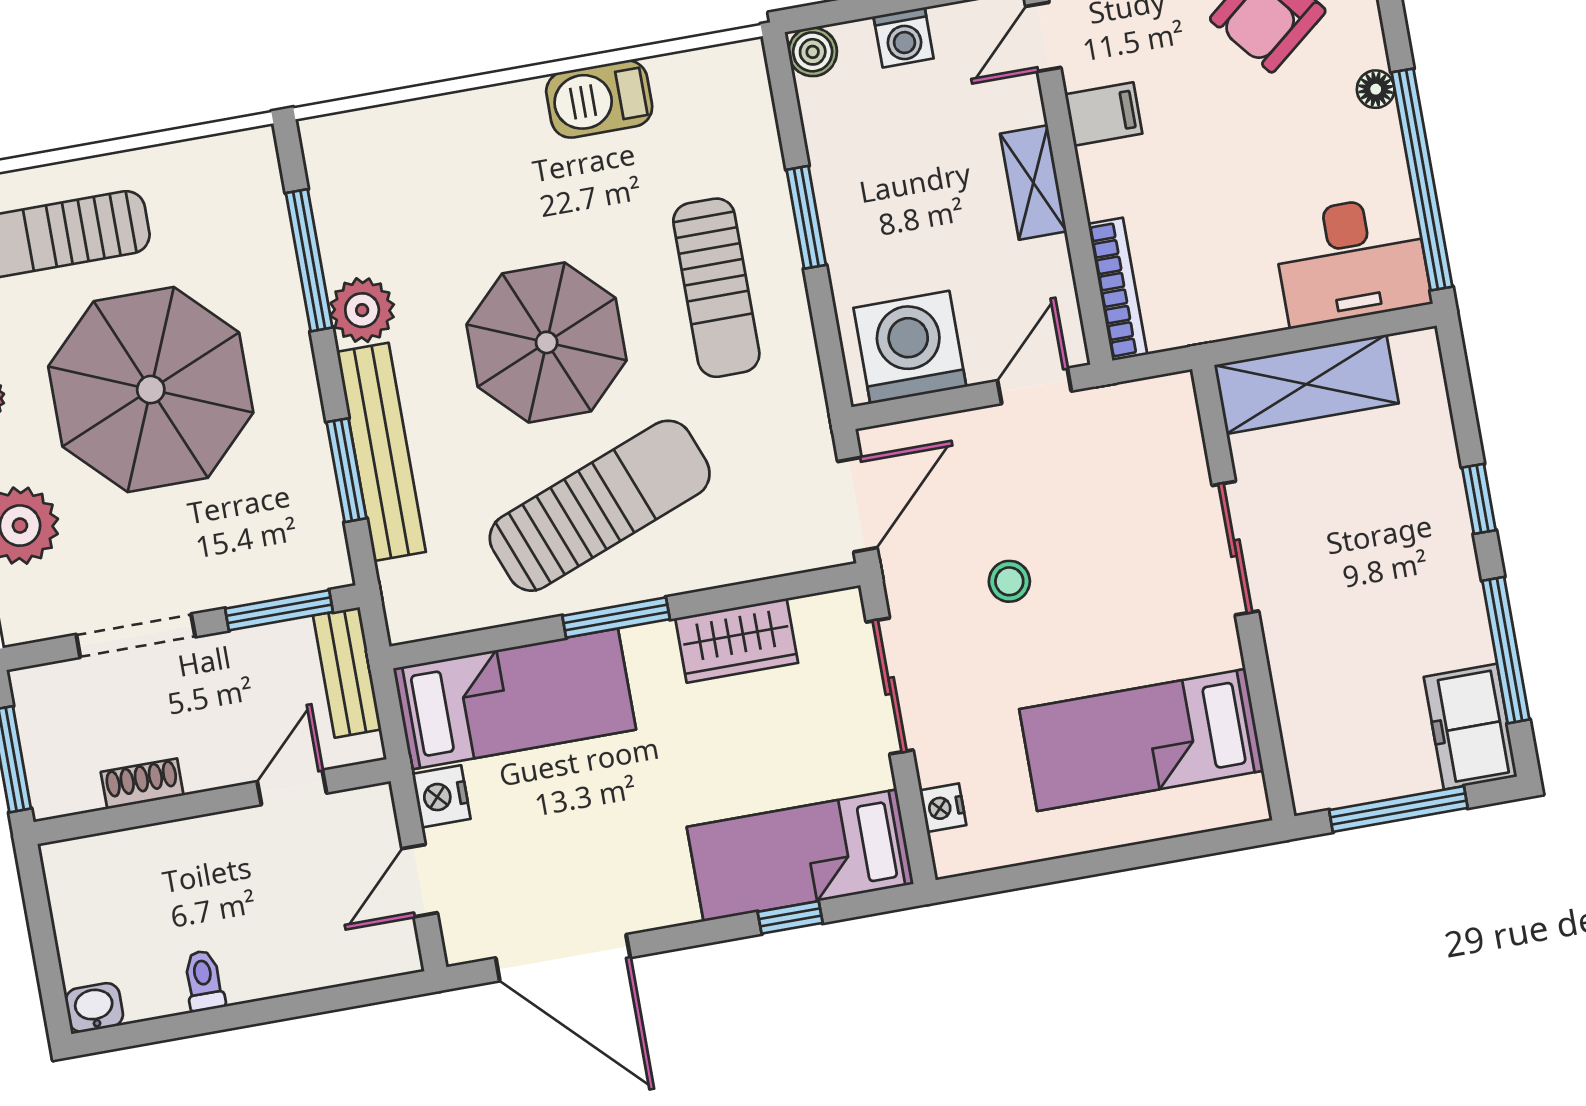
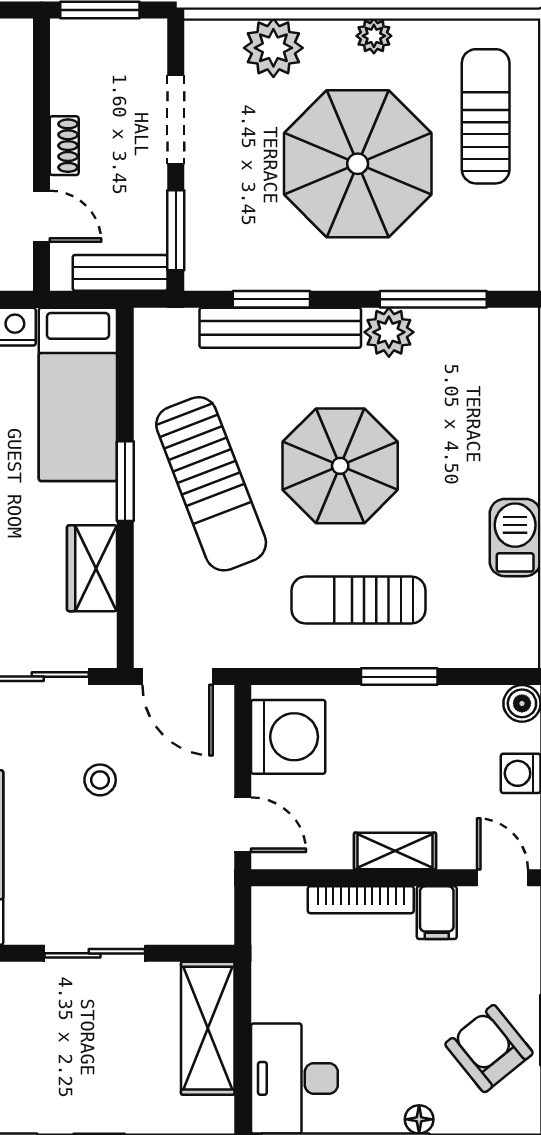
bookcase: (1118, 289) -> (361, 900), moved
shoe rack: (142, 784) -> (64, 146), moved

